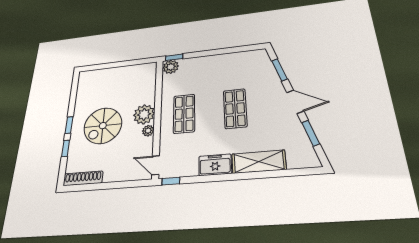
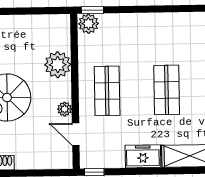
plant: (144, 114) -> (58, 65), moved
door: (156, 165) -> (76, 134), moved

